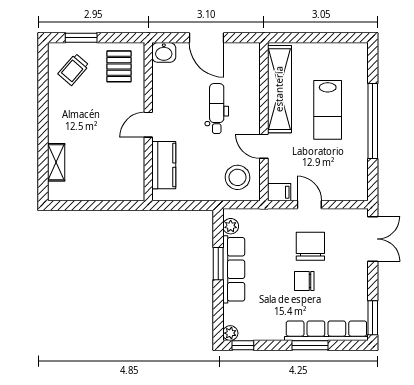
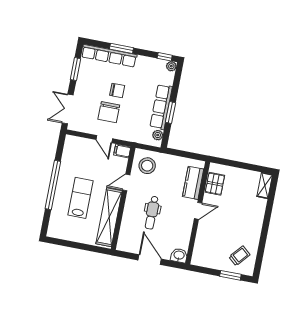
pallet: (119, 66) -> (215, 184), moved
door: (264, 146) -> (126, 182), swing flipped
shelving: (56, 162) -> (265, 186), moved
window: (373, 318) -> (75, 69), moved

